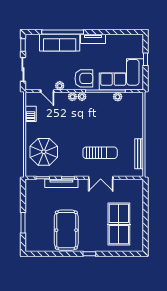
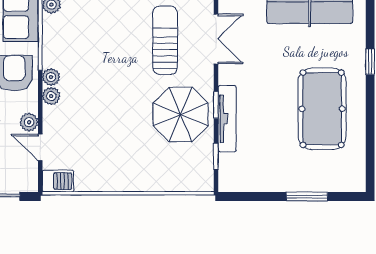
door: (47, 91) -> (40, 147), swing flipped
barbecue: (31, 114) -> (58, 181), moved
parasol: (44, 152) -> (181, 114), moved
pool table: (66, 230) -> (322, 109), turned 90

